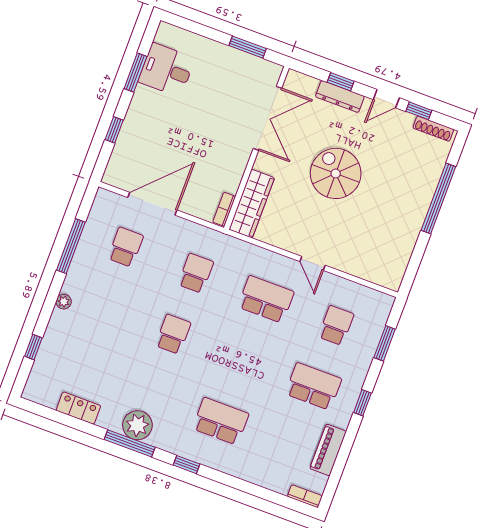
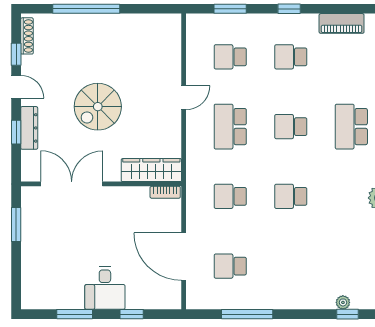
desk: (166, 70) -> (105, 288), moved
plant: (64, 302) -> (343, 302), moved
school desk: (243, 360) -> (291, 127), added
school desk: (314, 386) -> (291, 57), width x0.54

